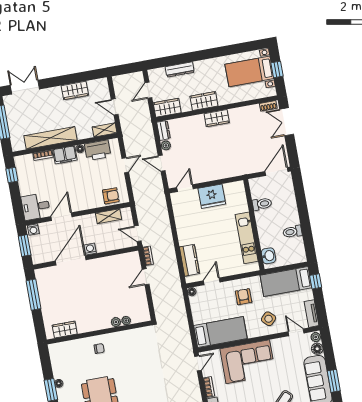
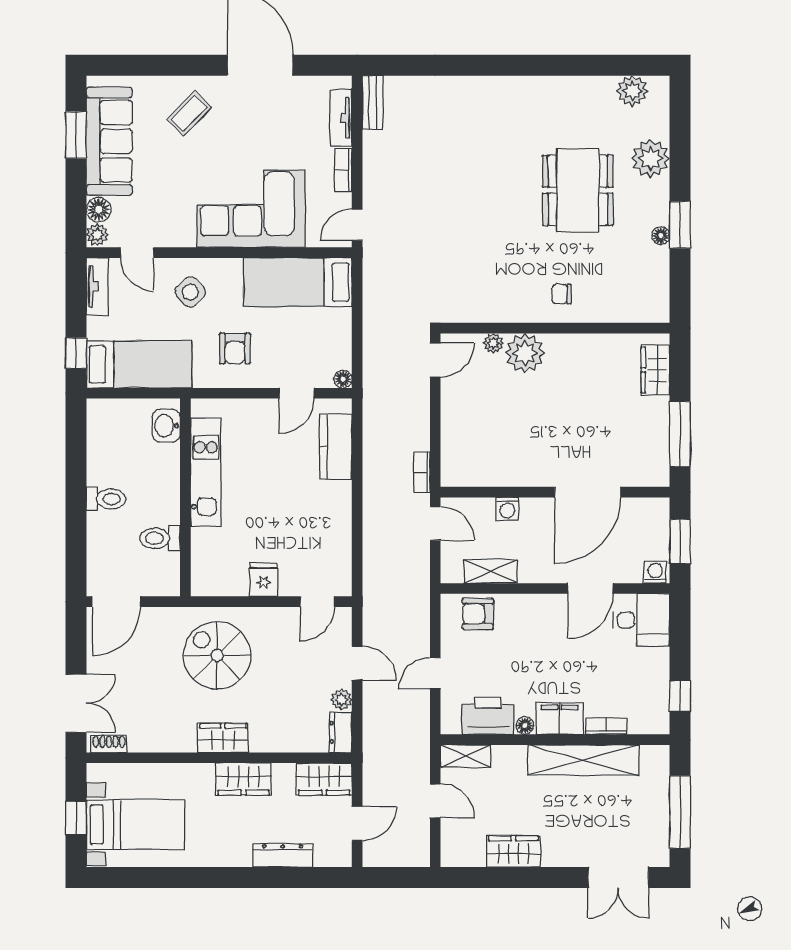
spiral stairs: (226, 155) -> (217, 655), added
fridge: (212, 196) -> (263, 580), width x0.53, depth x0.75
toilet: (292, 232) -> (106, 499), moved
washing machine: (90, 249) -> (507, 509), moved
door: (146, 277) -> (435, 360), moved
plant: (116, 322) -> (525, 353), width x1.88, depth x1.88
wardrobe: (65, 330) -> (655, 370), moved, turned 90

